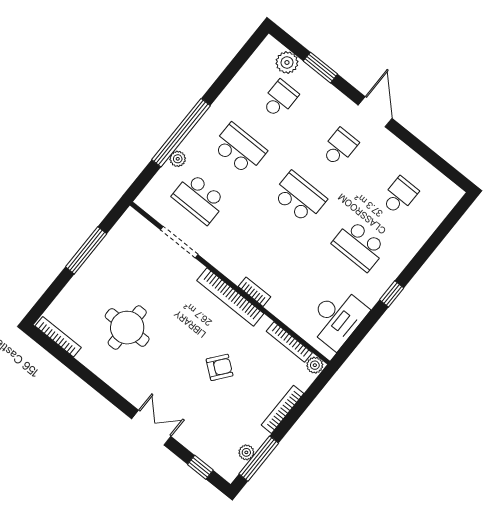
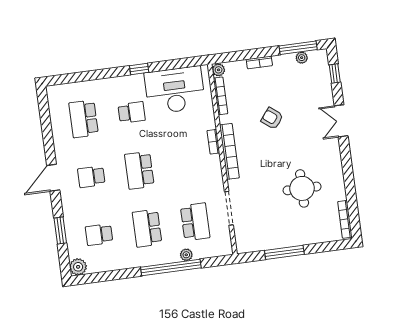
plant: (287, 62) -> (78, 267), moved
school desk: (399, 196) -> (84, 119), width x1.85
school desk: (359, 245) -> (132, 112), width x0.54
desk: (337, 318) -> (175, 90), width x1.36, depth x1.30
bookcase: (282, 409) -> (259, 62), width x0.64

